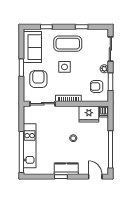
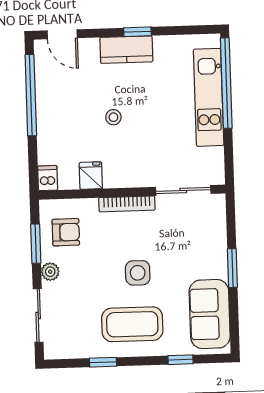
armchair: (38, 79) -> (194, 244), removed
fridge: (89, 114) -> (91, 176), width x0.53, depth x0.75

